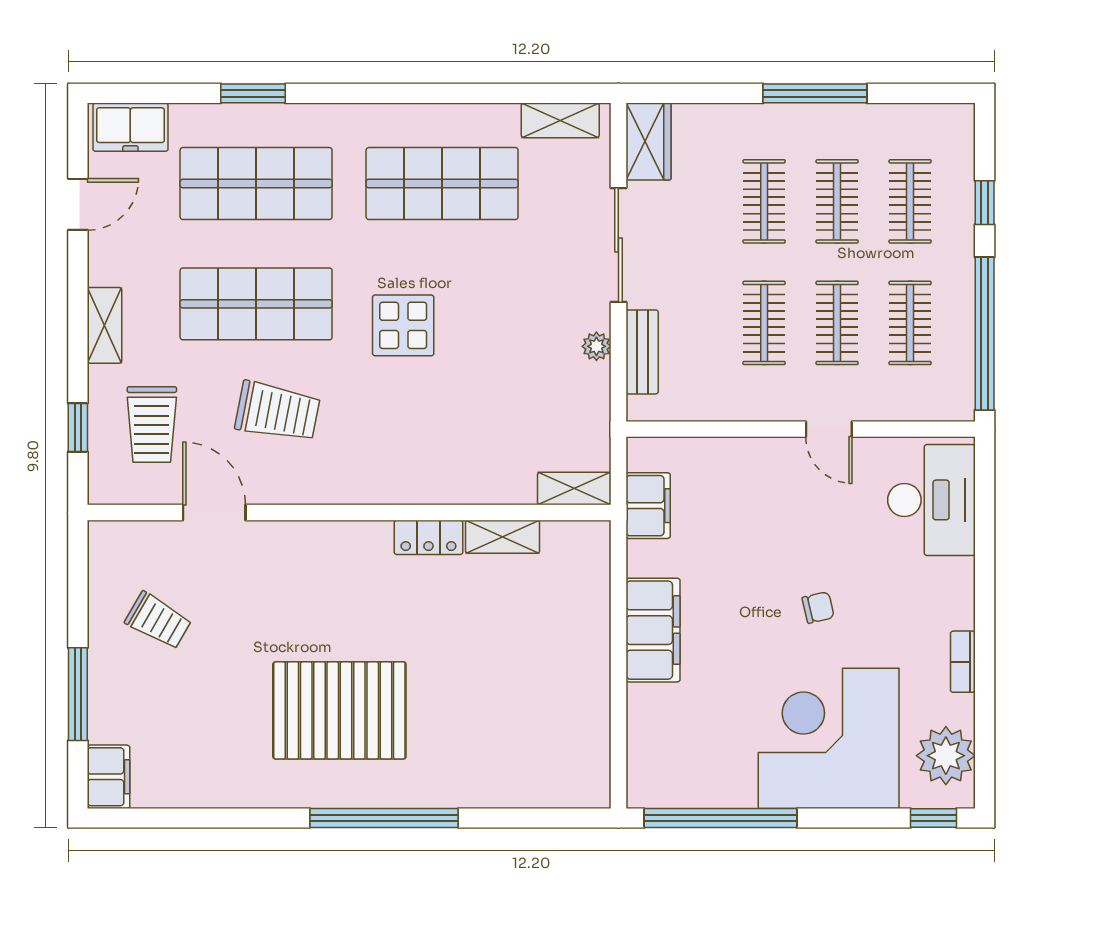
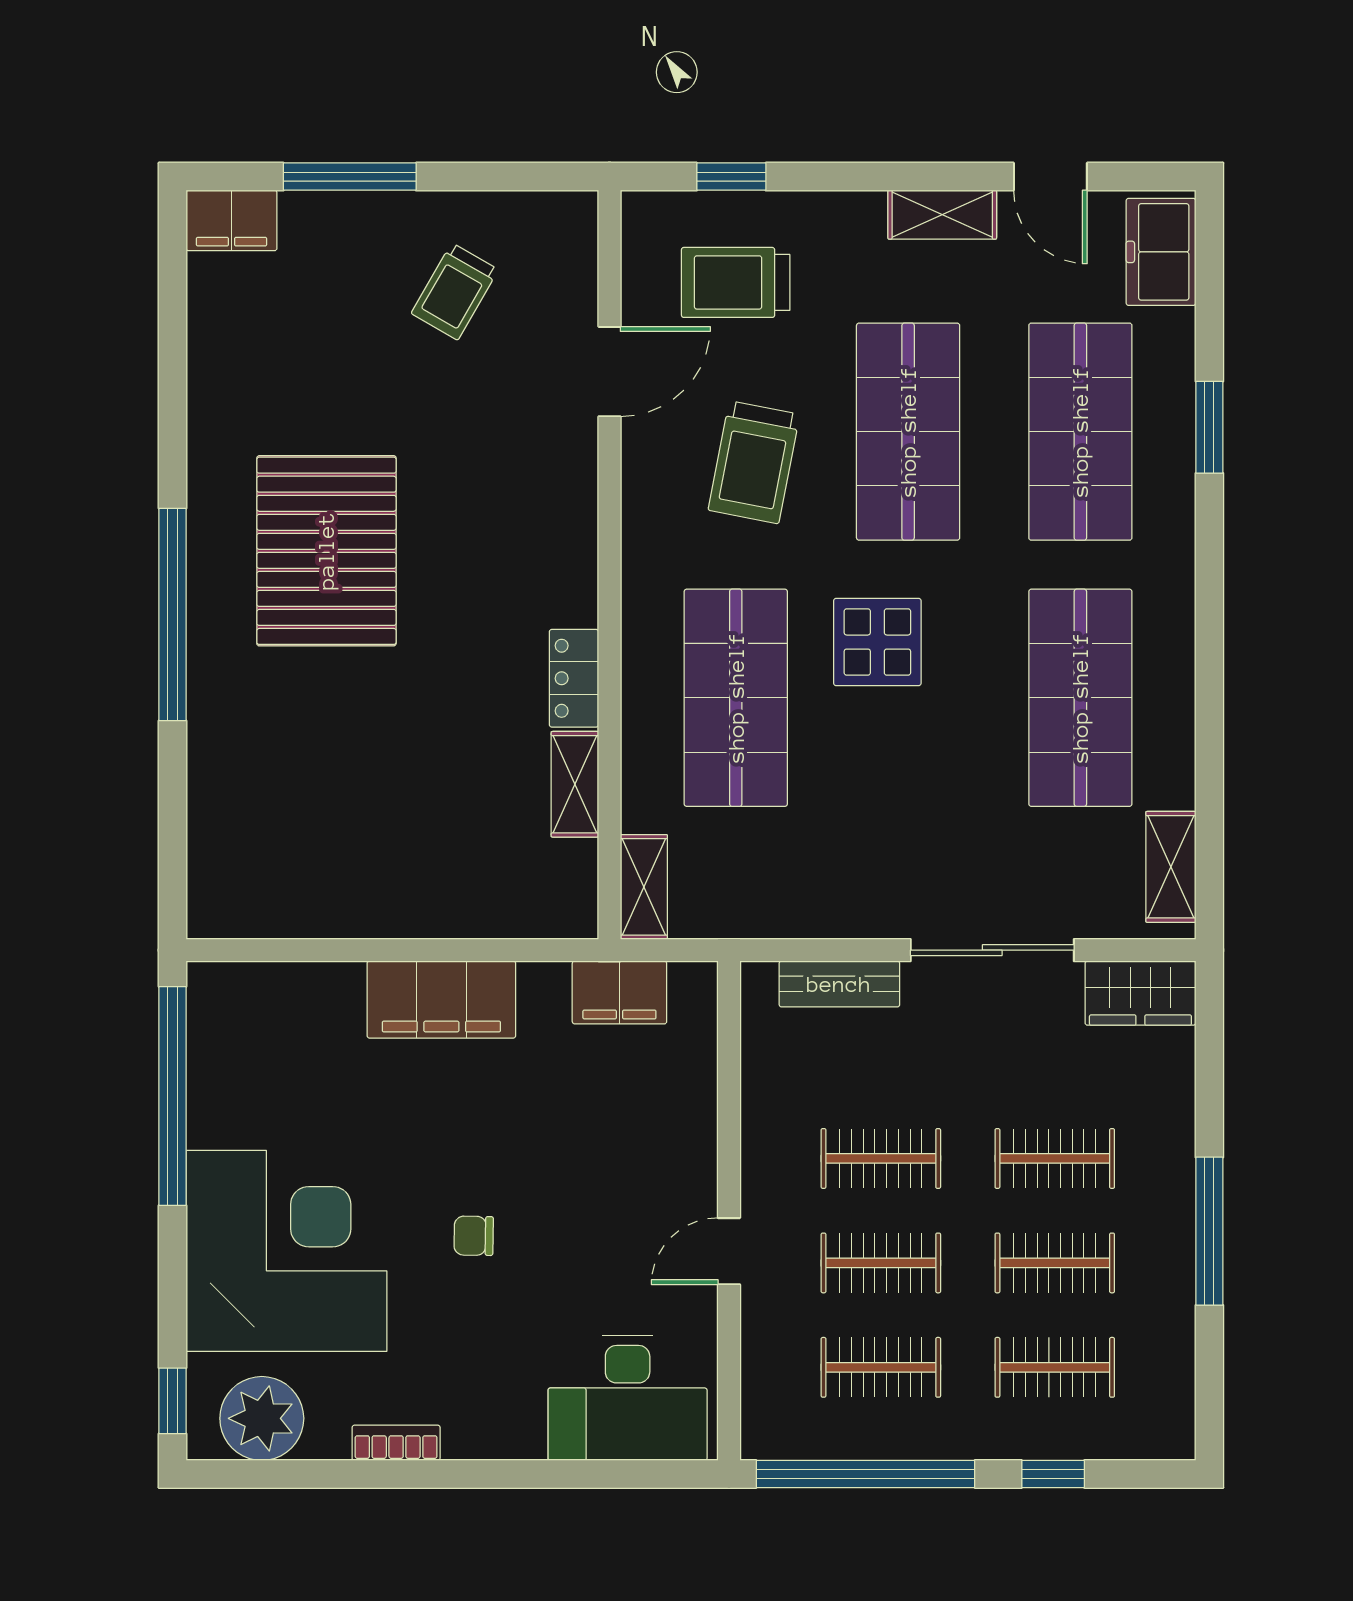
shelving: (104, 325) -> (942, 215), moved
plant: (596, 346) -> (847, 919), removed
shop shelf: (442, 424) -> (736, 698), added
chair: (818, 608) -> (474, 1236), turned 104

